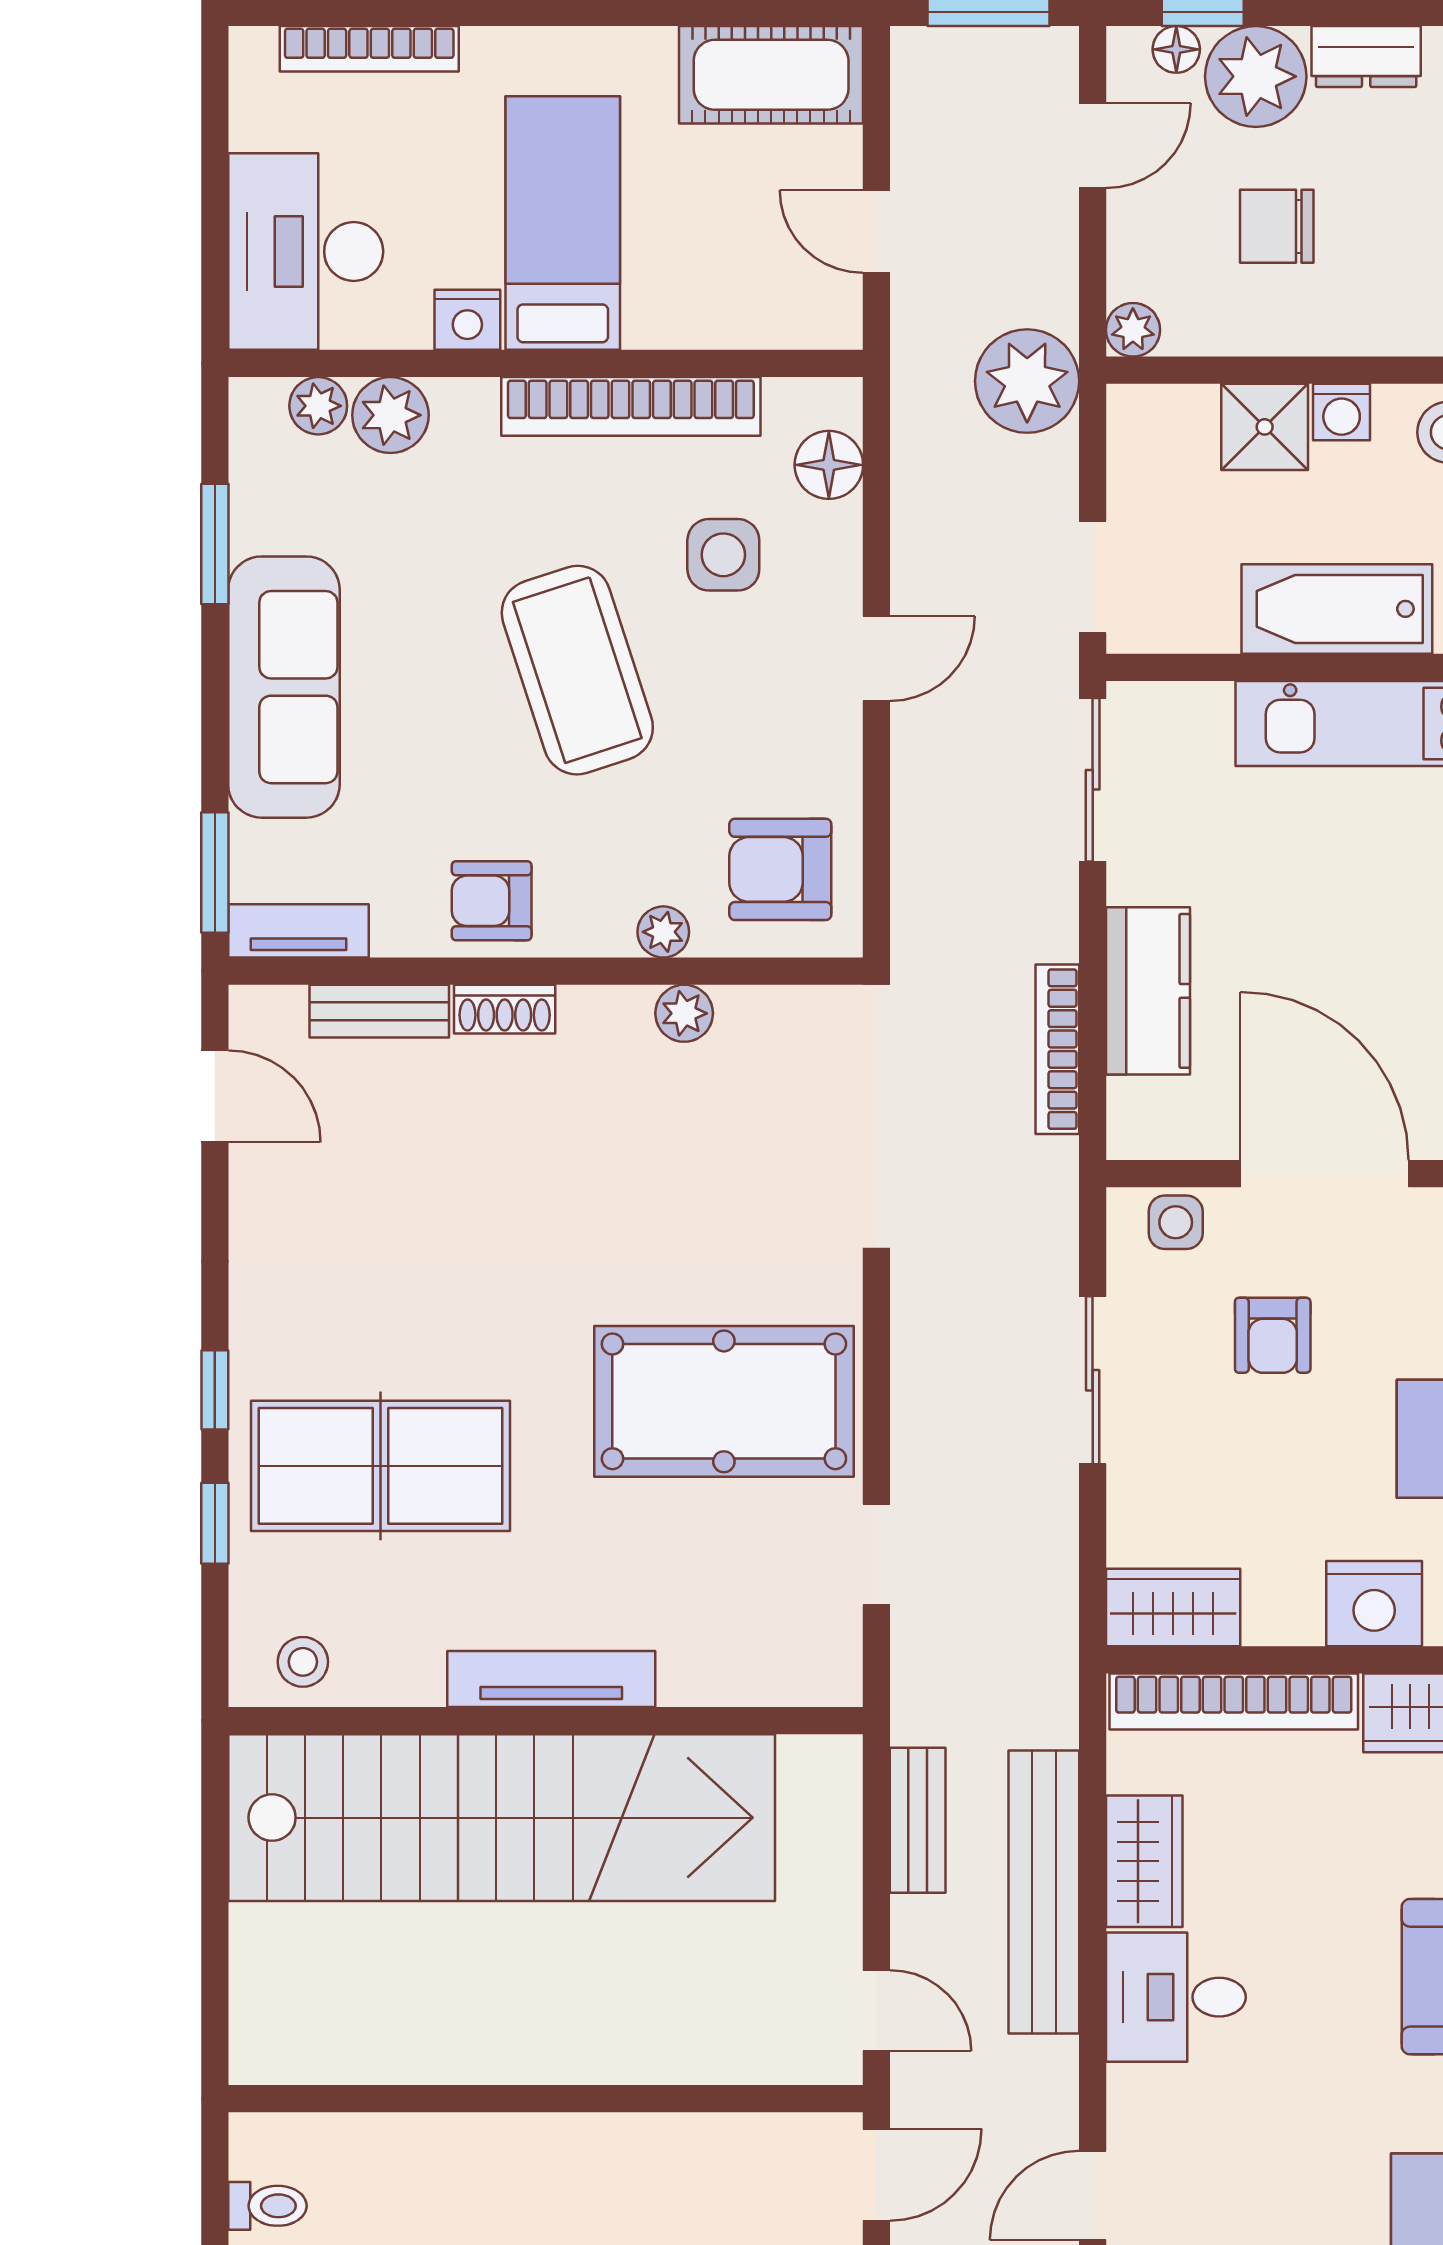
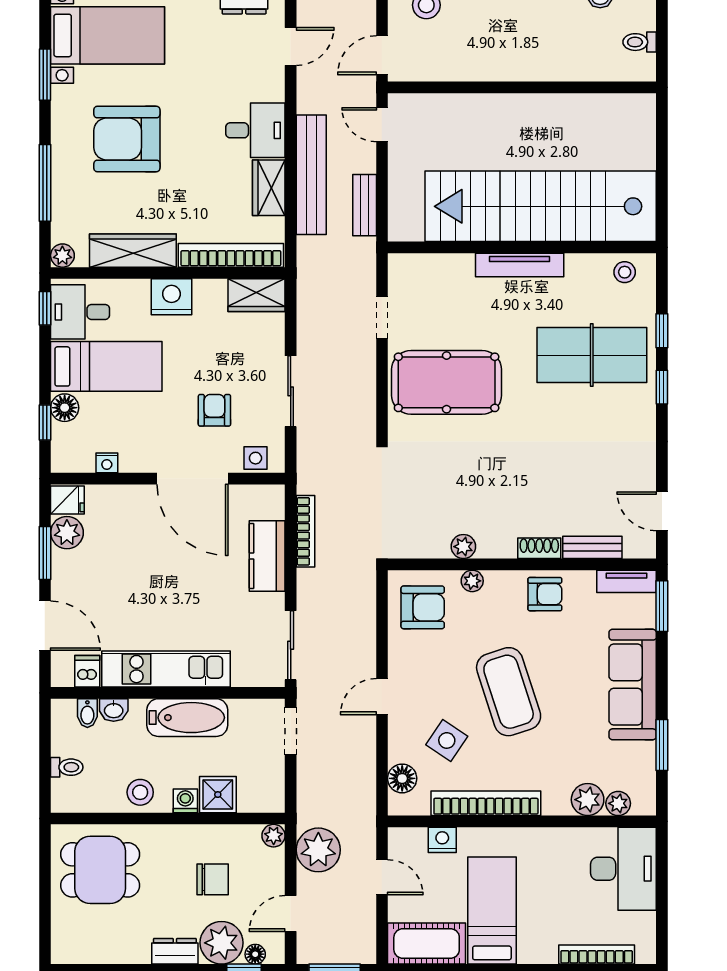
bed: (563, 223) -> (492, 910), moved, turned 180
nightstand: (467, 320) -> (442, 840), moved
plant: (1027, 381) -> (318, 850), moved
side table: (723, 555) -> (447, 740), turned 34

